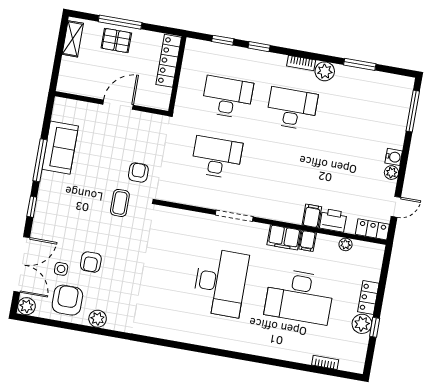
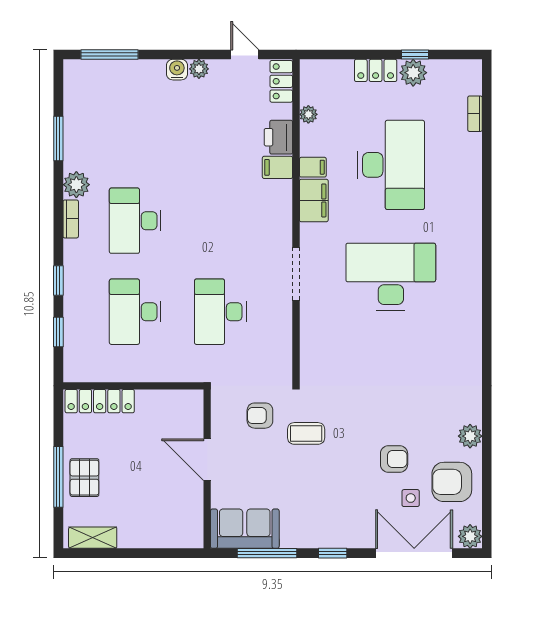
wall: (112, 103) -> (207, 469), moved
door: (118, 105) -> (207, 460), moved

